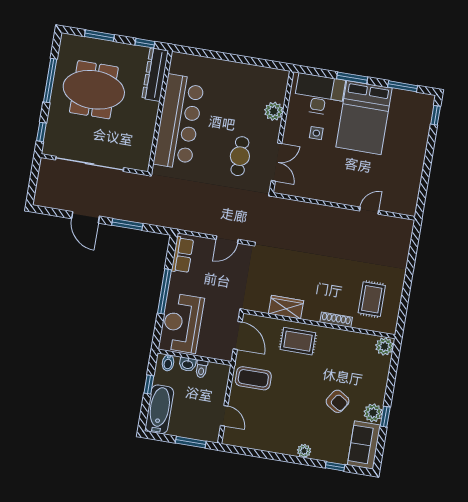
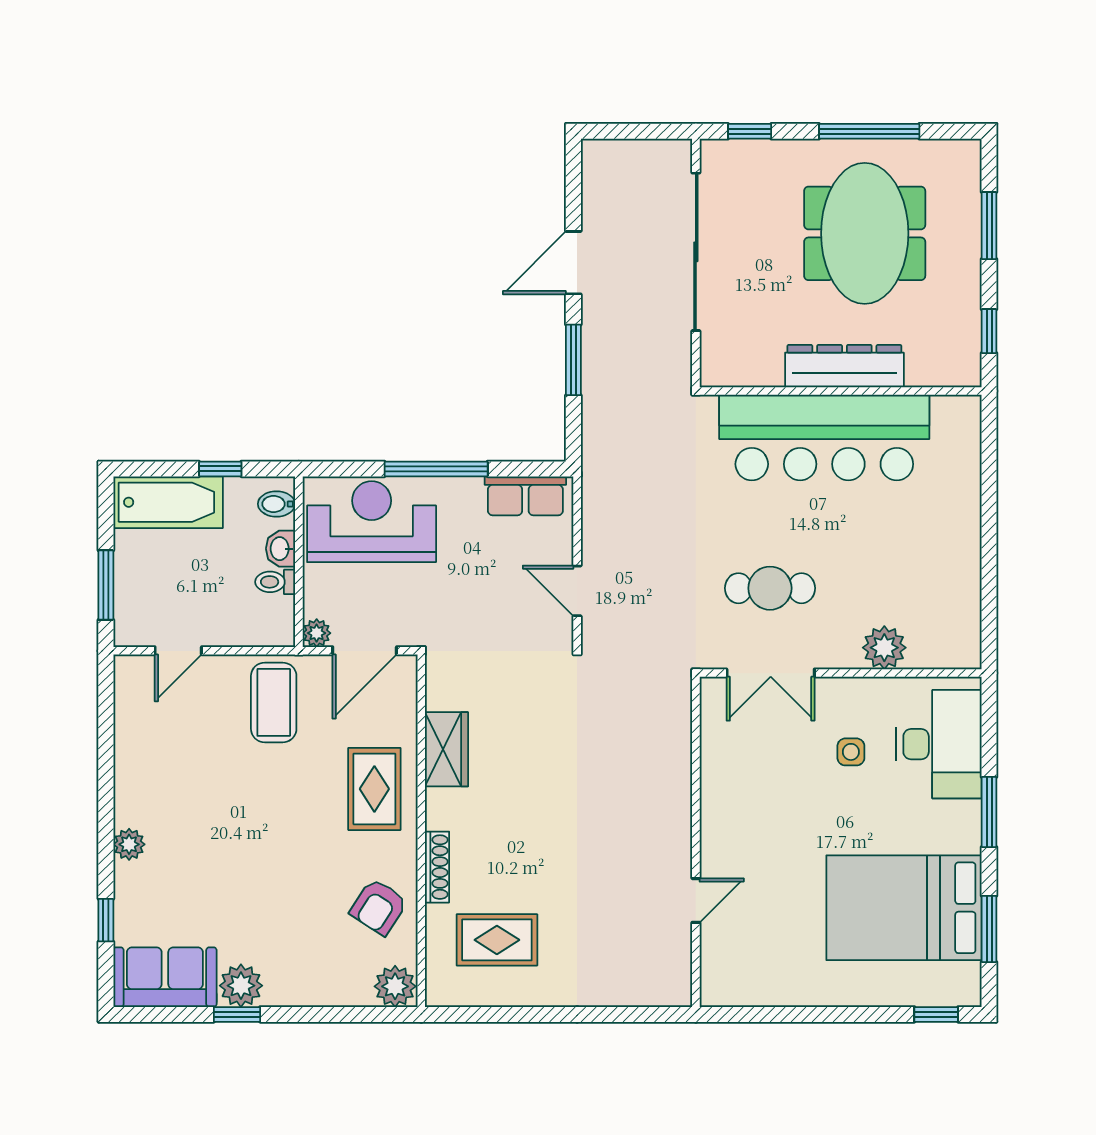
dresser: (155, 75) -> (844, 366), moved
bed: (364, 118) -> (904, 908), moved
door: (369, 211) -> (696, 900), hinge flipped
plant: (227, 355) -> (317, 633), added
armchair: (338, 401) -> (379, 907), moved

